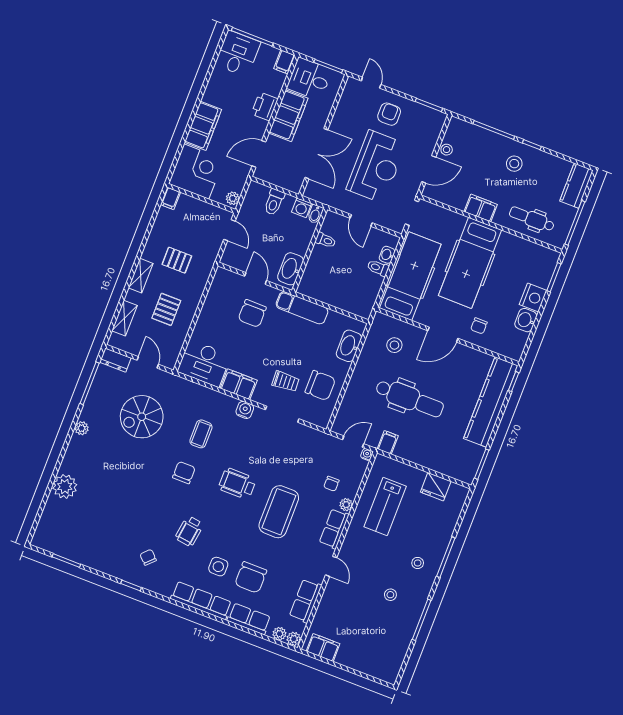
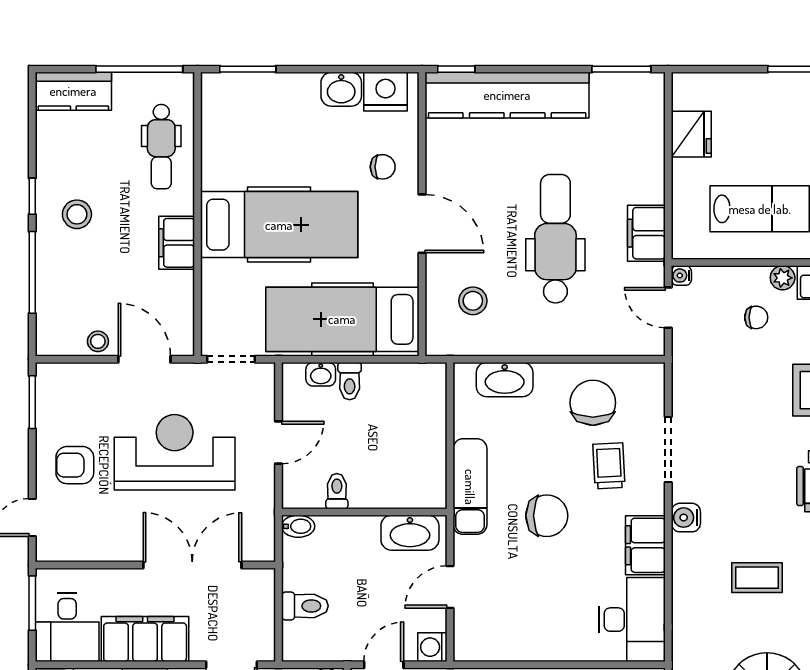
washing machine: (302, 208) -> (432, 647), moved, turned 180
nightstand: (533, 297) -> (386, 92), moved
chair: (252, 313) -> (547, 516), moved
filing cabinet: (388, 442) -> (646, 233), width x2.00

